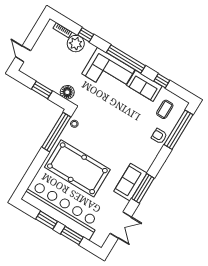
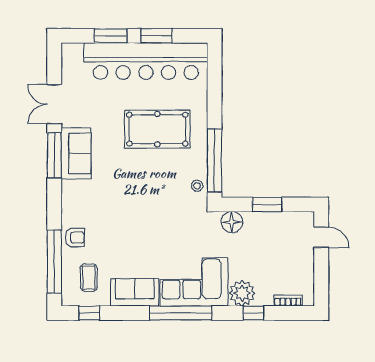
plant: (76, 44) -> (242, 293), moved
window: (162, 81) -> (89, 313), moved
pool table: (77, 168) -> (157, 129), width x0.73, depth x0.76
double door: (121, 225) -> (54, 104), moved

